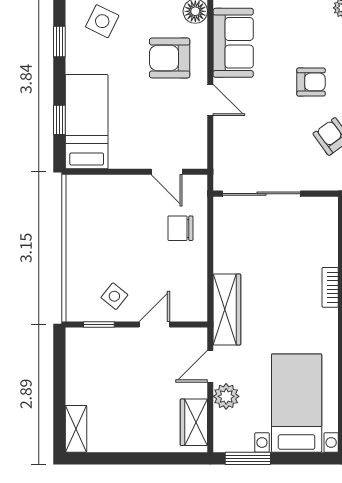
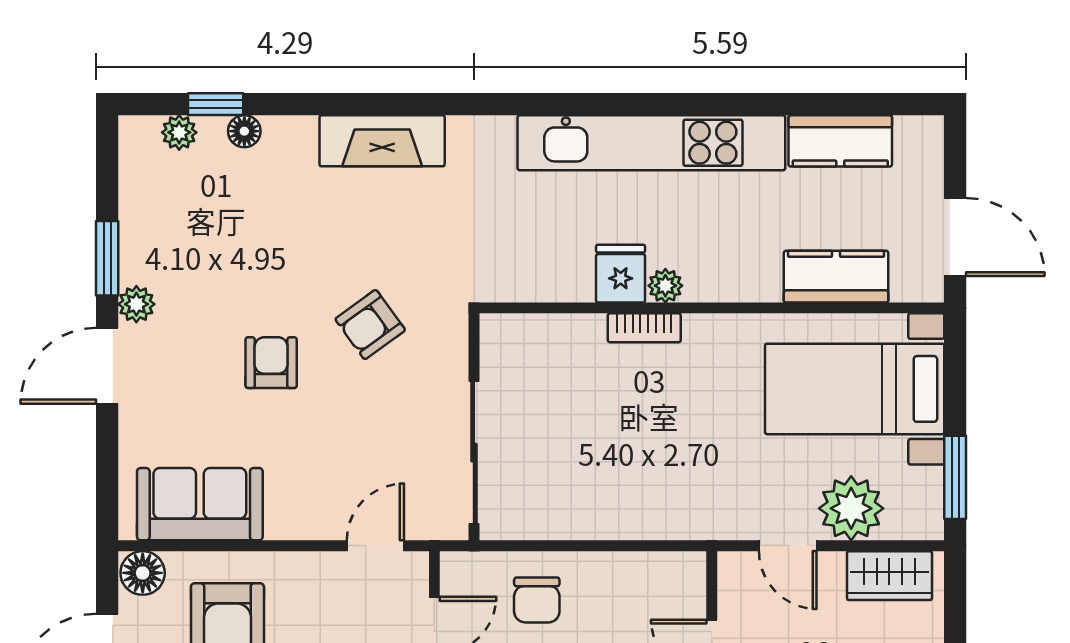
door: (210, 100) -> (375, 546), moved
wardrobe: (227, 309) -> (685, 515), removed
plant: (226, 396) -> (851, 508), width x1.36, depth x1.36

